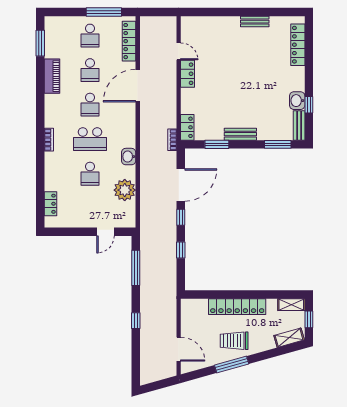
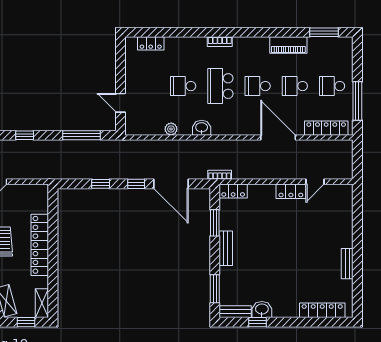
plant: (125, 190) -> (171, 129), width x0.53, depth x0.53

